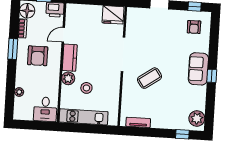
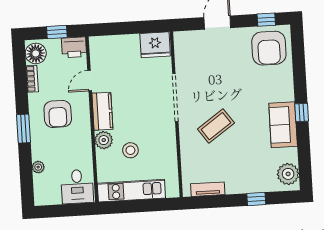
armchair: (194, 27) -> (269, 48), width x1.88, depth x1.88
window: (13, 49) -> (23, 129), moved
sofa: (198, 69) -> (283, 125), moved
window: (182, 134) -> (256, 199), moved

